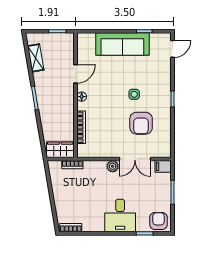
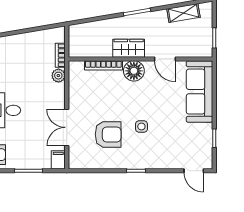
sofa: (122, 44) -> (199, 92), moved
floor lamp: (82, 97) -> (134, 71), width x1.89, depth x1.89
armchair: (141, 123) -> (108, 134), turned 180
wardrobe: (60, 150) -> (129, 48), moved, turned -90
plant: (113, 166) -> (58, 76), moved

